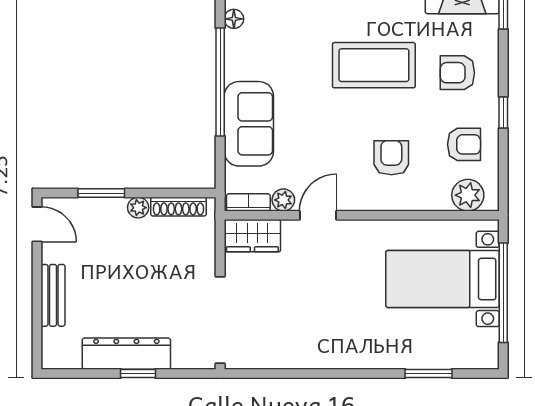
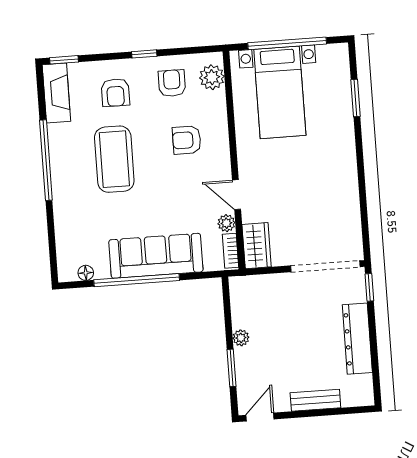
sofa: (249, 124) -> (156, 256), width x1.36
shoe rack: (178, 207) -> (238, 306), removed
window: (138, 373) -> (369, 287), moved

